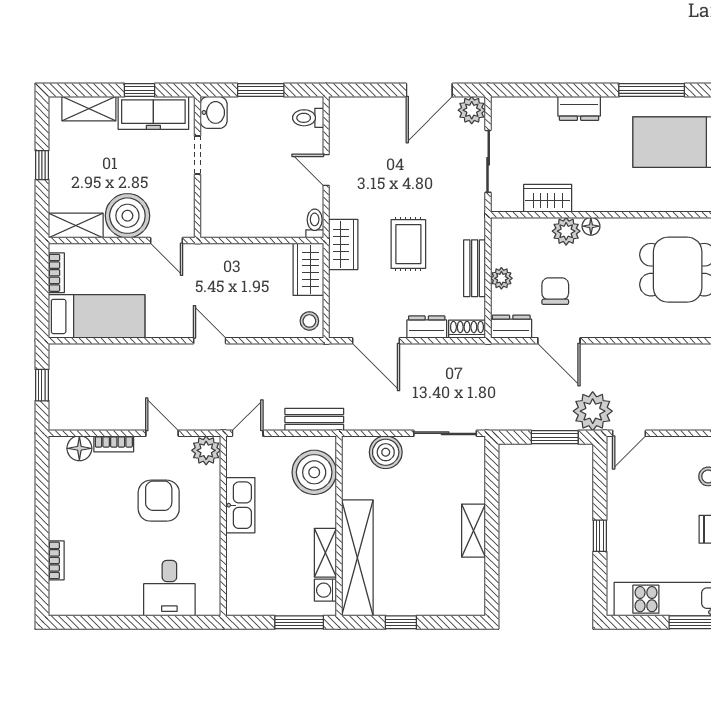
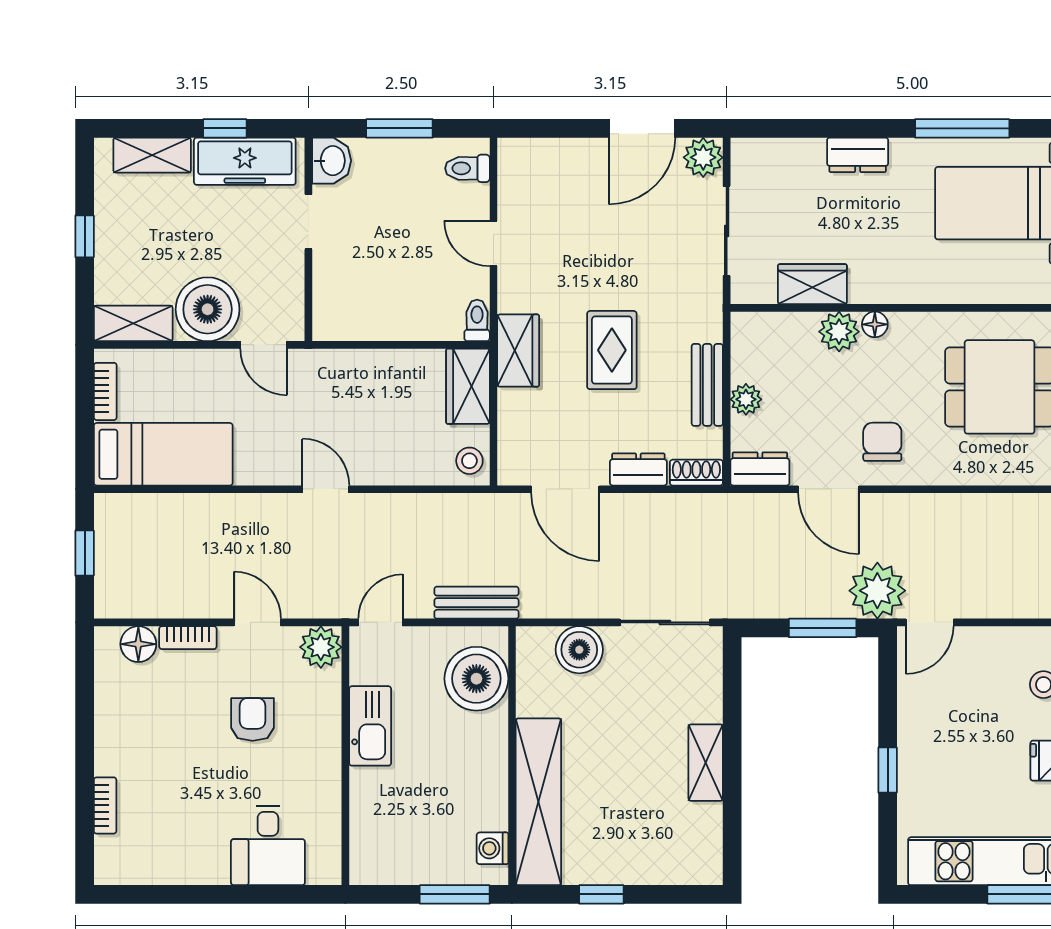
chair: (555, 291) -> (882, 442), moved
armchair: (159, 501) -> (253, 719), width x0.72, depth x0.72
shelving: (325, 553) -> (493, 794), removed

